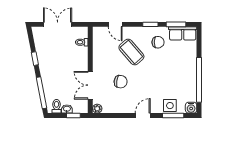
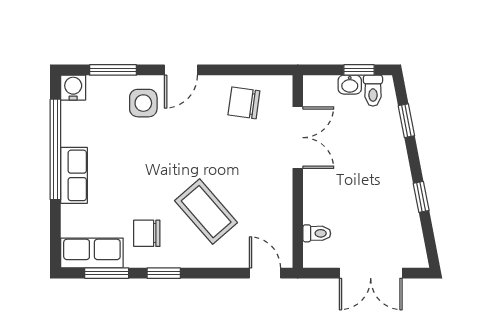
door: (115, 24) -> (265, 273), moved
row of seats: (191, 68) -> (74, 175), added
chair: (121, 82) -> (244, 103), moved
window: (42, 93) -> (406, 121), width x0.46
side table: (170, 106) -> (143, 103), moved
plant: (97, 109) -> (282, 85), removed
window: (73, 116) -> (359, 70), moved

